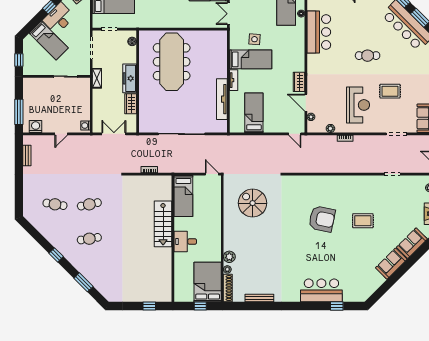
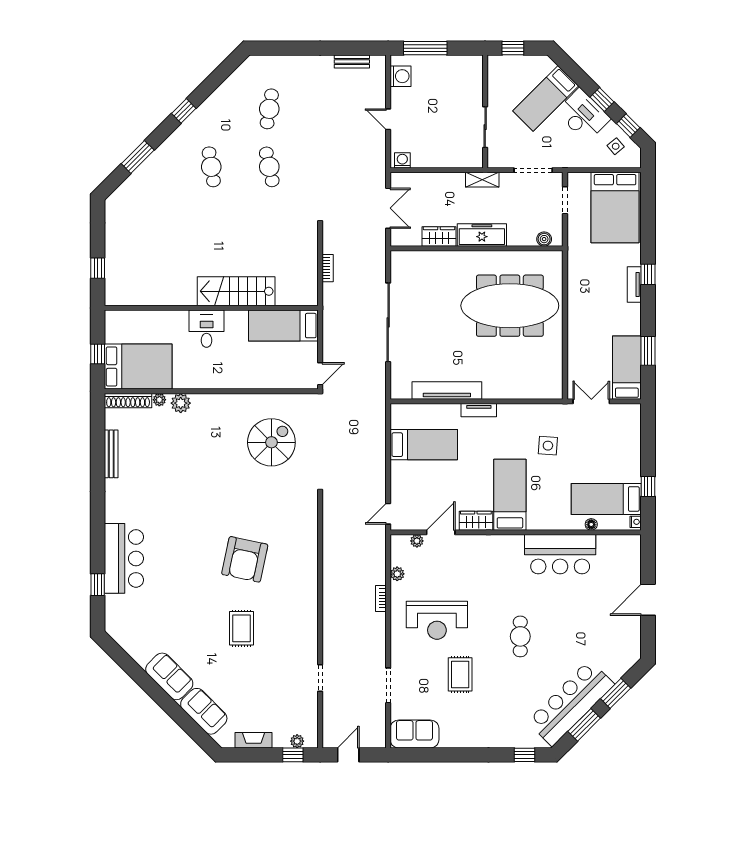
bed: (251, 59) -> (510, 495), moved, turned 180

